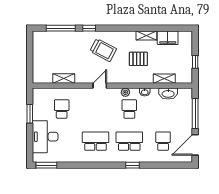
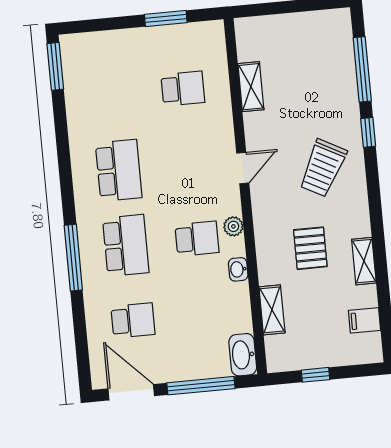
filing cabinet: (168, 38) -> (365, 320), width x0.50
door: (100, 86) -> (243, 168), hinge flipped
washbasin: (168, 94) -> (243, 355), moved
desk: (45, 137) -> (118, 58), removed
window: (133, 165) -> (73, 258), width x2.17

